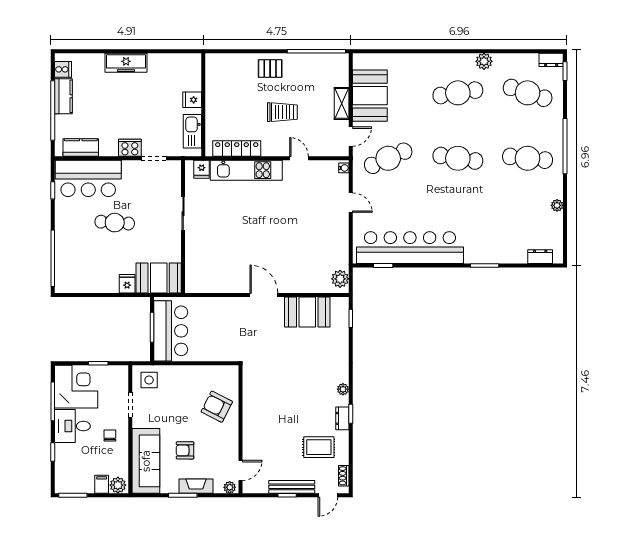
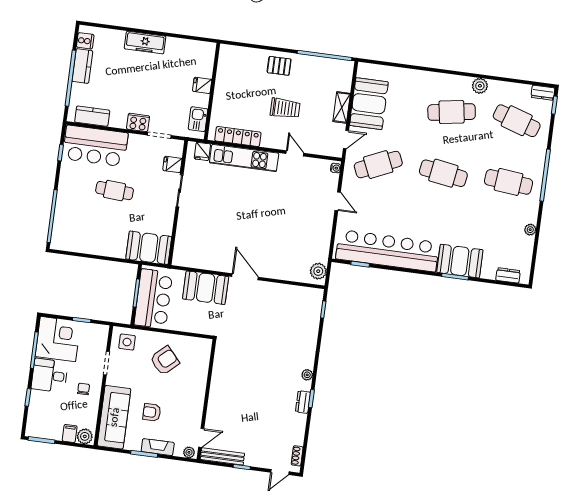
kitchen sink: (192, 131) -> (198, 119), width x0.73
booth: (487, 248) -> (460, 261), added
fridge: (127, 284) -> (172, 164), moved, turned -90
booth: (307, 312) -> (206, 288), moved
armchair: (217, 407) -> (165, 361), moved, turned 111
rug: (319, 447) -> (277, 426), removed
bench: (292, 487) -> (222, 456), moved

